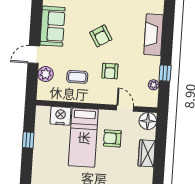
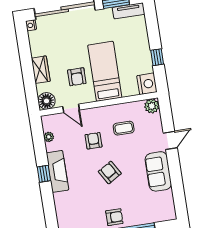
fireplace: (154, 35) -> (57, 171), moved
window: (165, 73) -> (44, 174), moved
plant: (46, 74) -> (152, 106), moved
nightstand: (61, 116) -> (147, 84), moved, turned -90
armchair: (112, 138) -> (77, 77), turned 90

